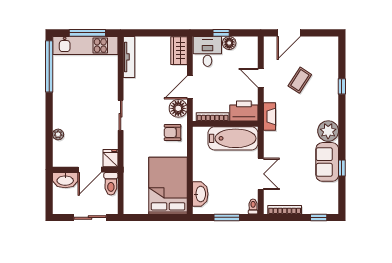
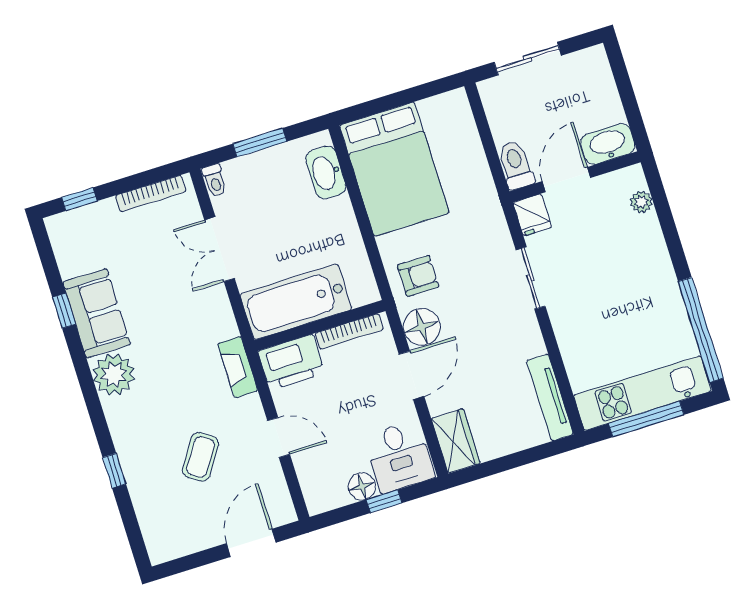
fridge: (111, 158) -> (532, 215), moved
wall: (85, 170) -> (575, 177), moved
door: (90, 170) -> (566, 180), moved
washbasin: (65, 180) -> (608, 144), moved
toilet: (111, 184) -> (516, 165), moved

